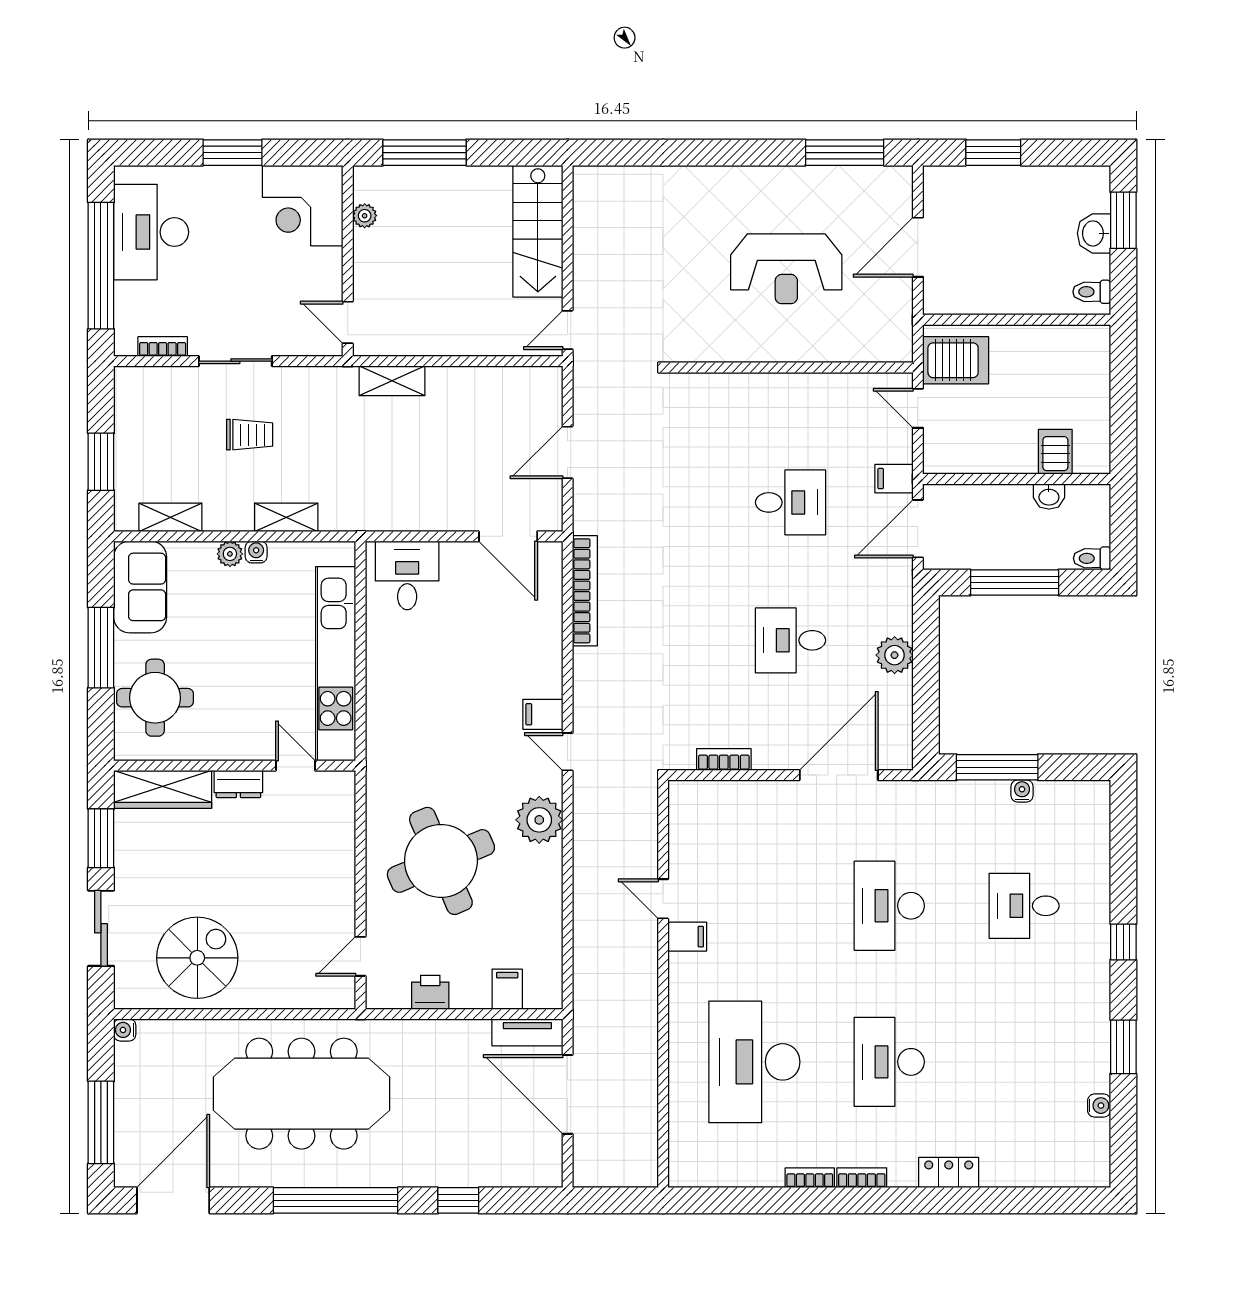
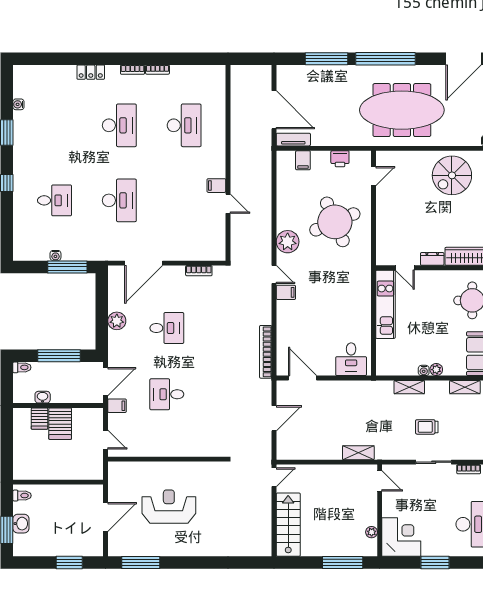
server rack: (956, 360) -> (60, 424), moved, turned -90
kitchen unit: (336, 664) -> (385, 304), width x0.73
desk: (754, 1062) -> (184, 125), width x0.73, depth x0.77
window: (458, 1200) -> (327, 59), width x2.17

